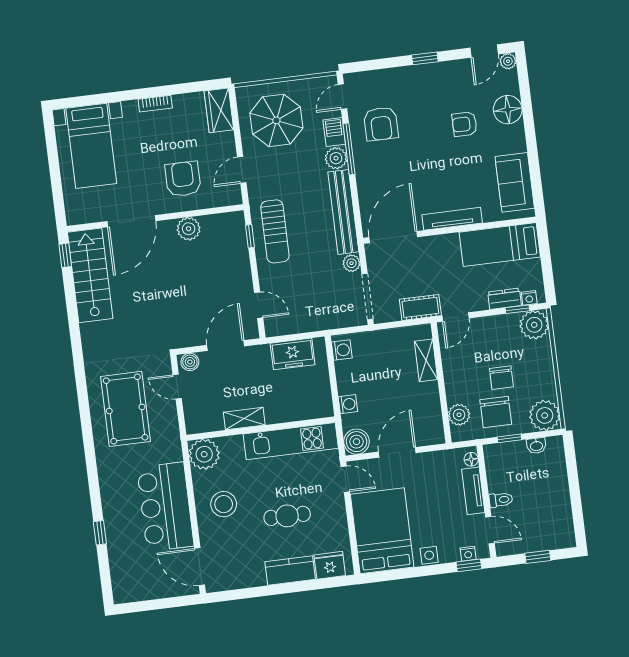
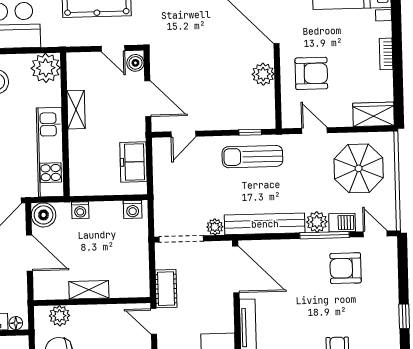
shelving: (426, 360) -> (89, 290), moved
door: (177, 387) -> (113, 48), swing flipped

